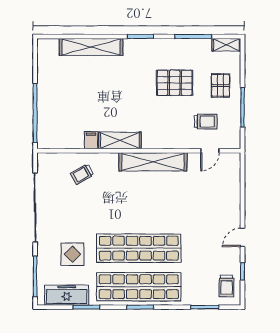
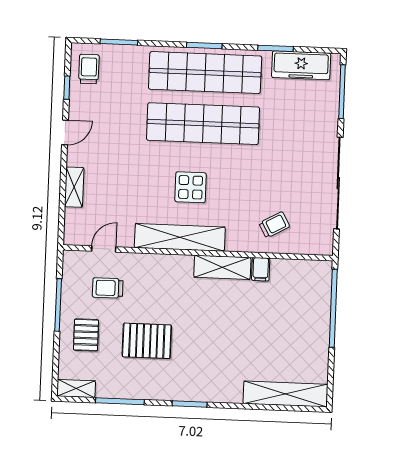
shelving: (91, 47) -> (285, 394), moved
shelving: (234, 196) -> (74, 187), added
display table: (73, 254) -> (191, 187), moved

